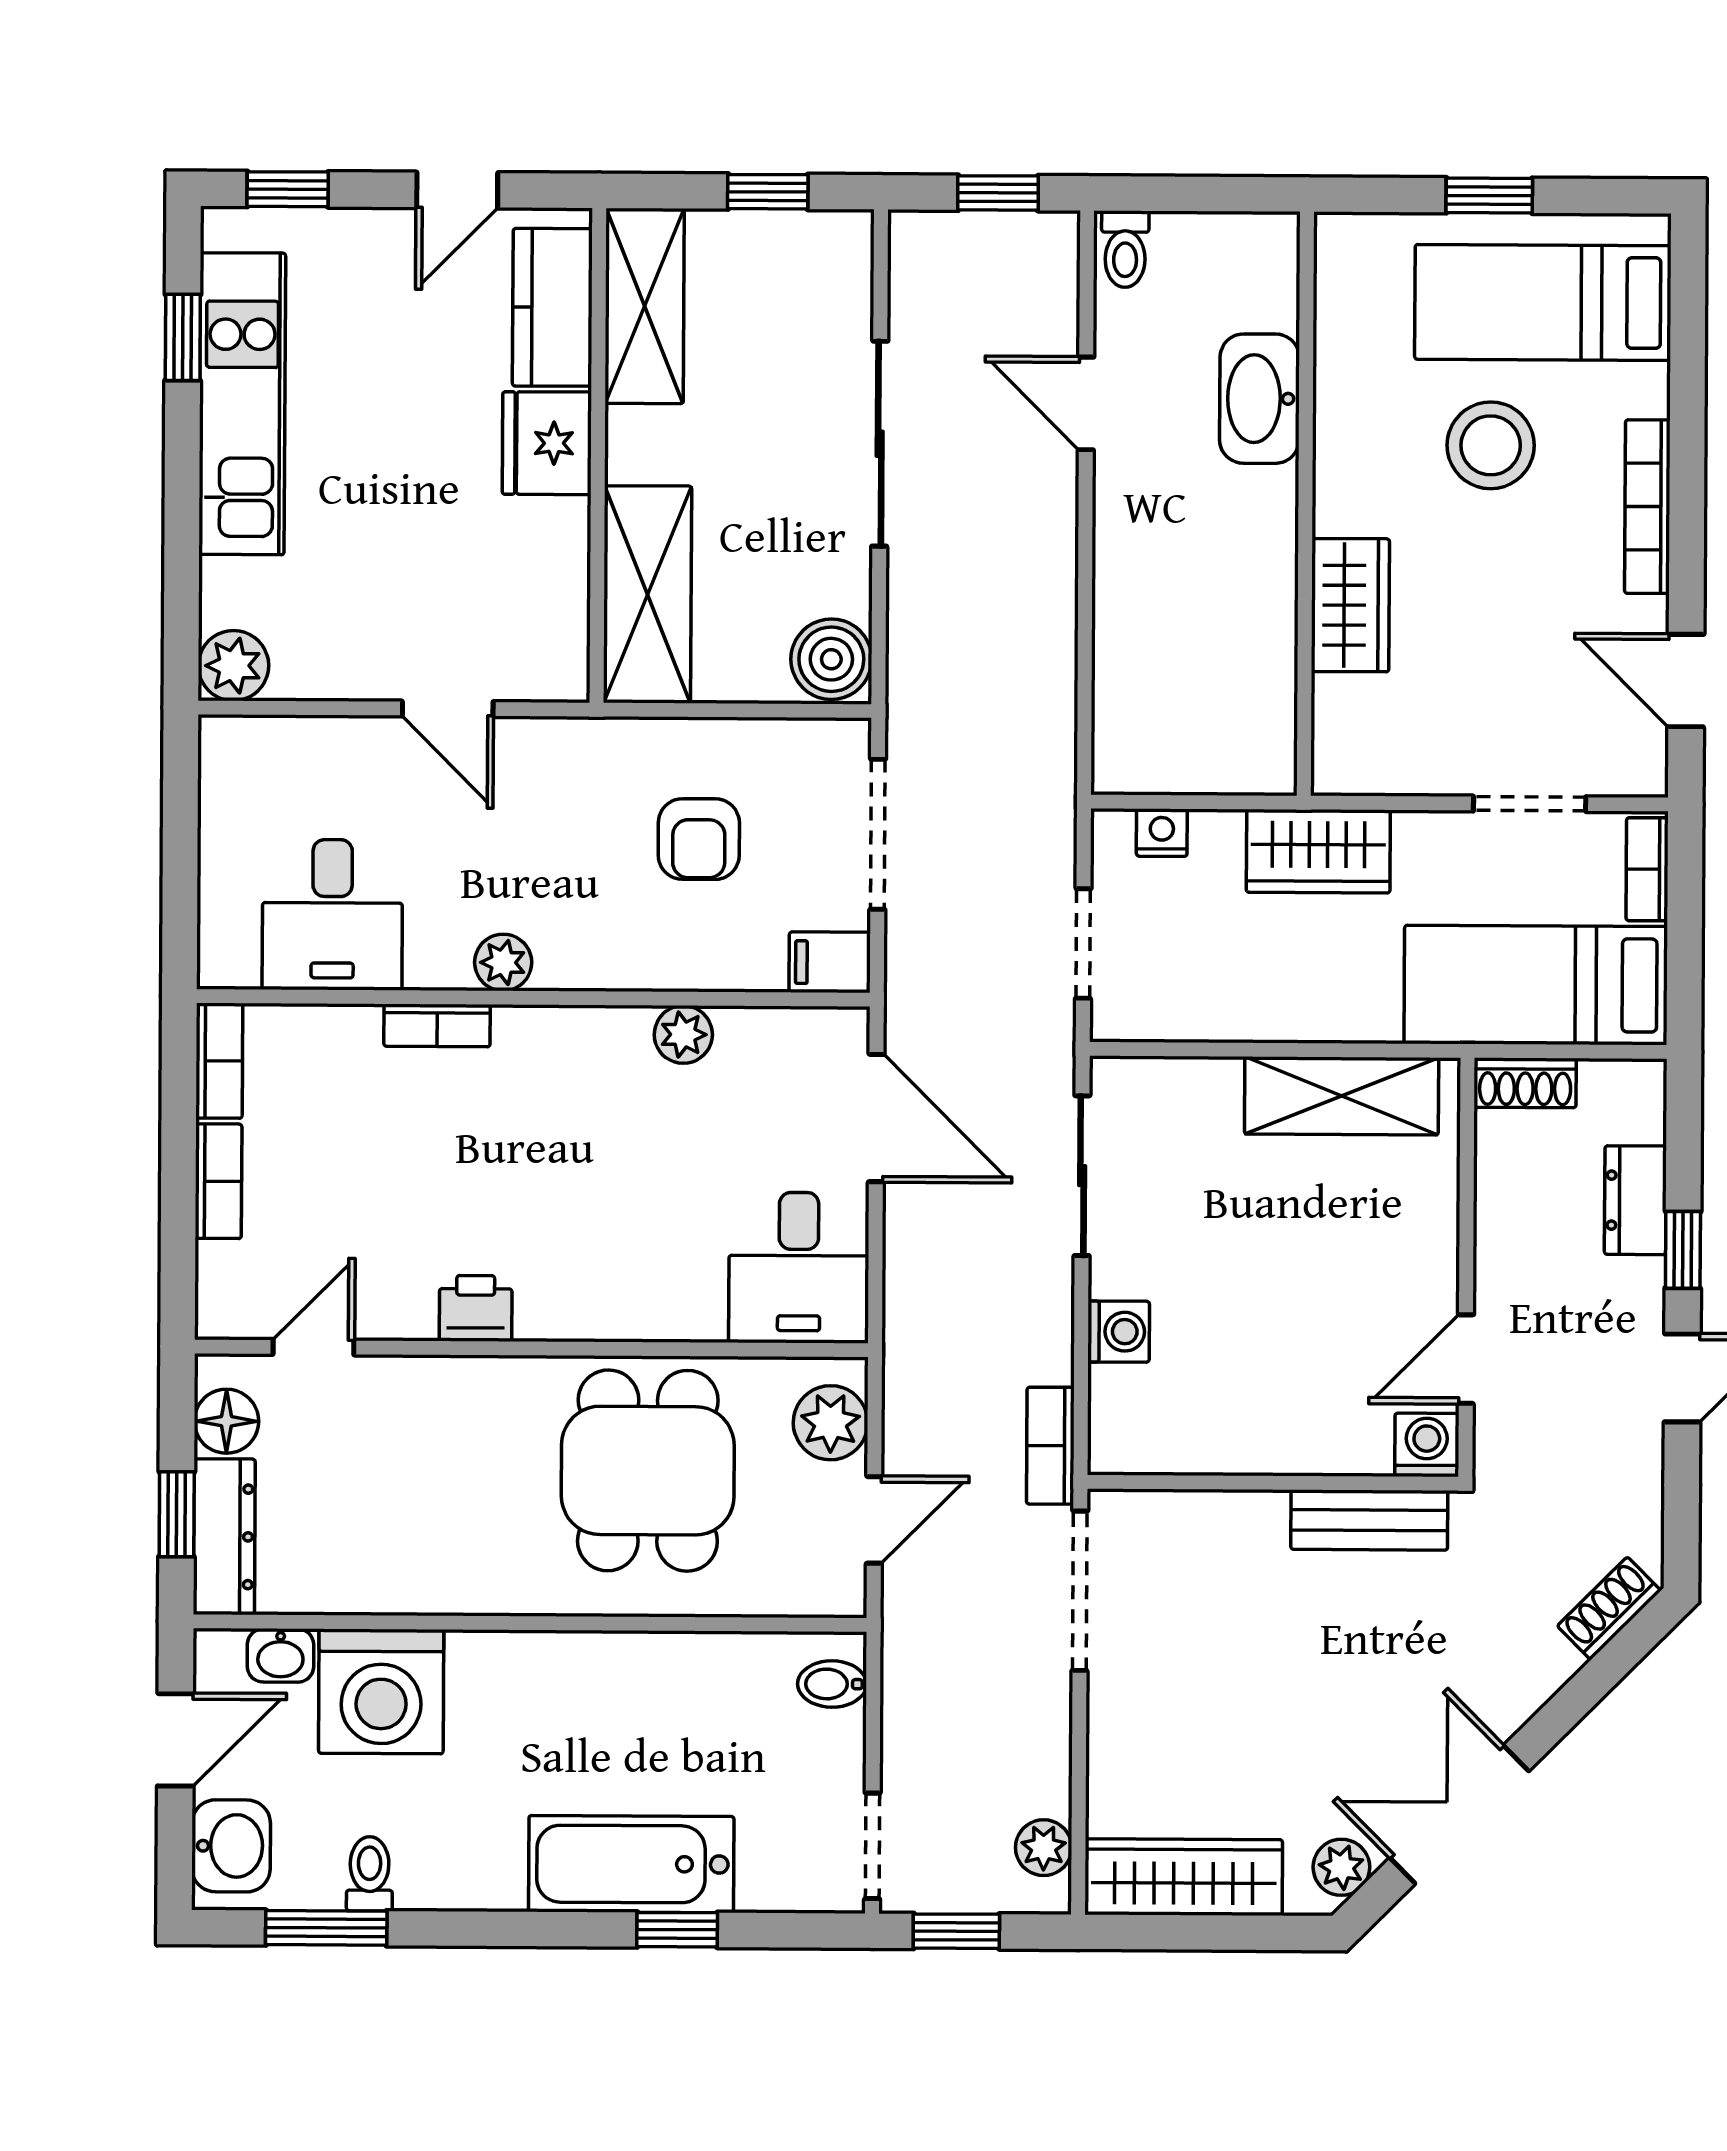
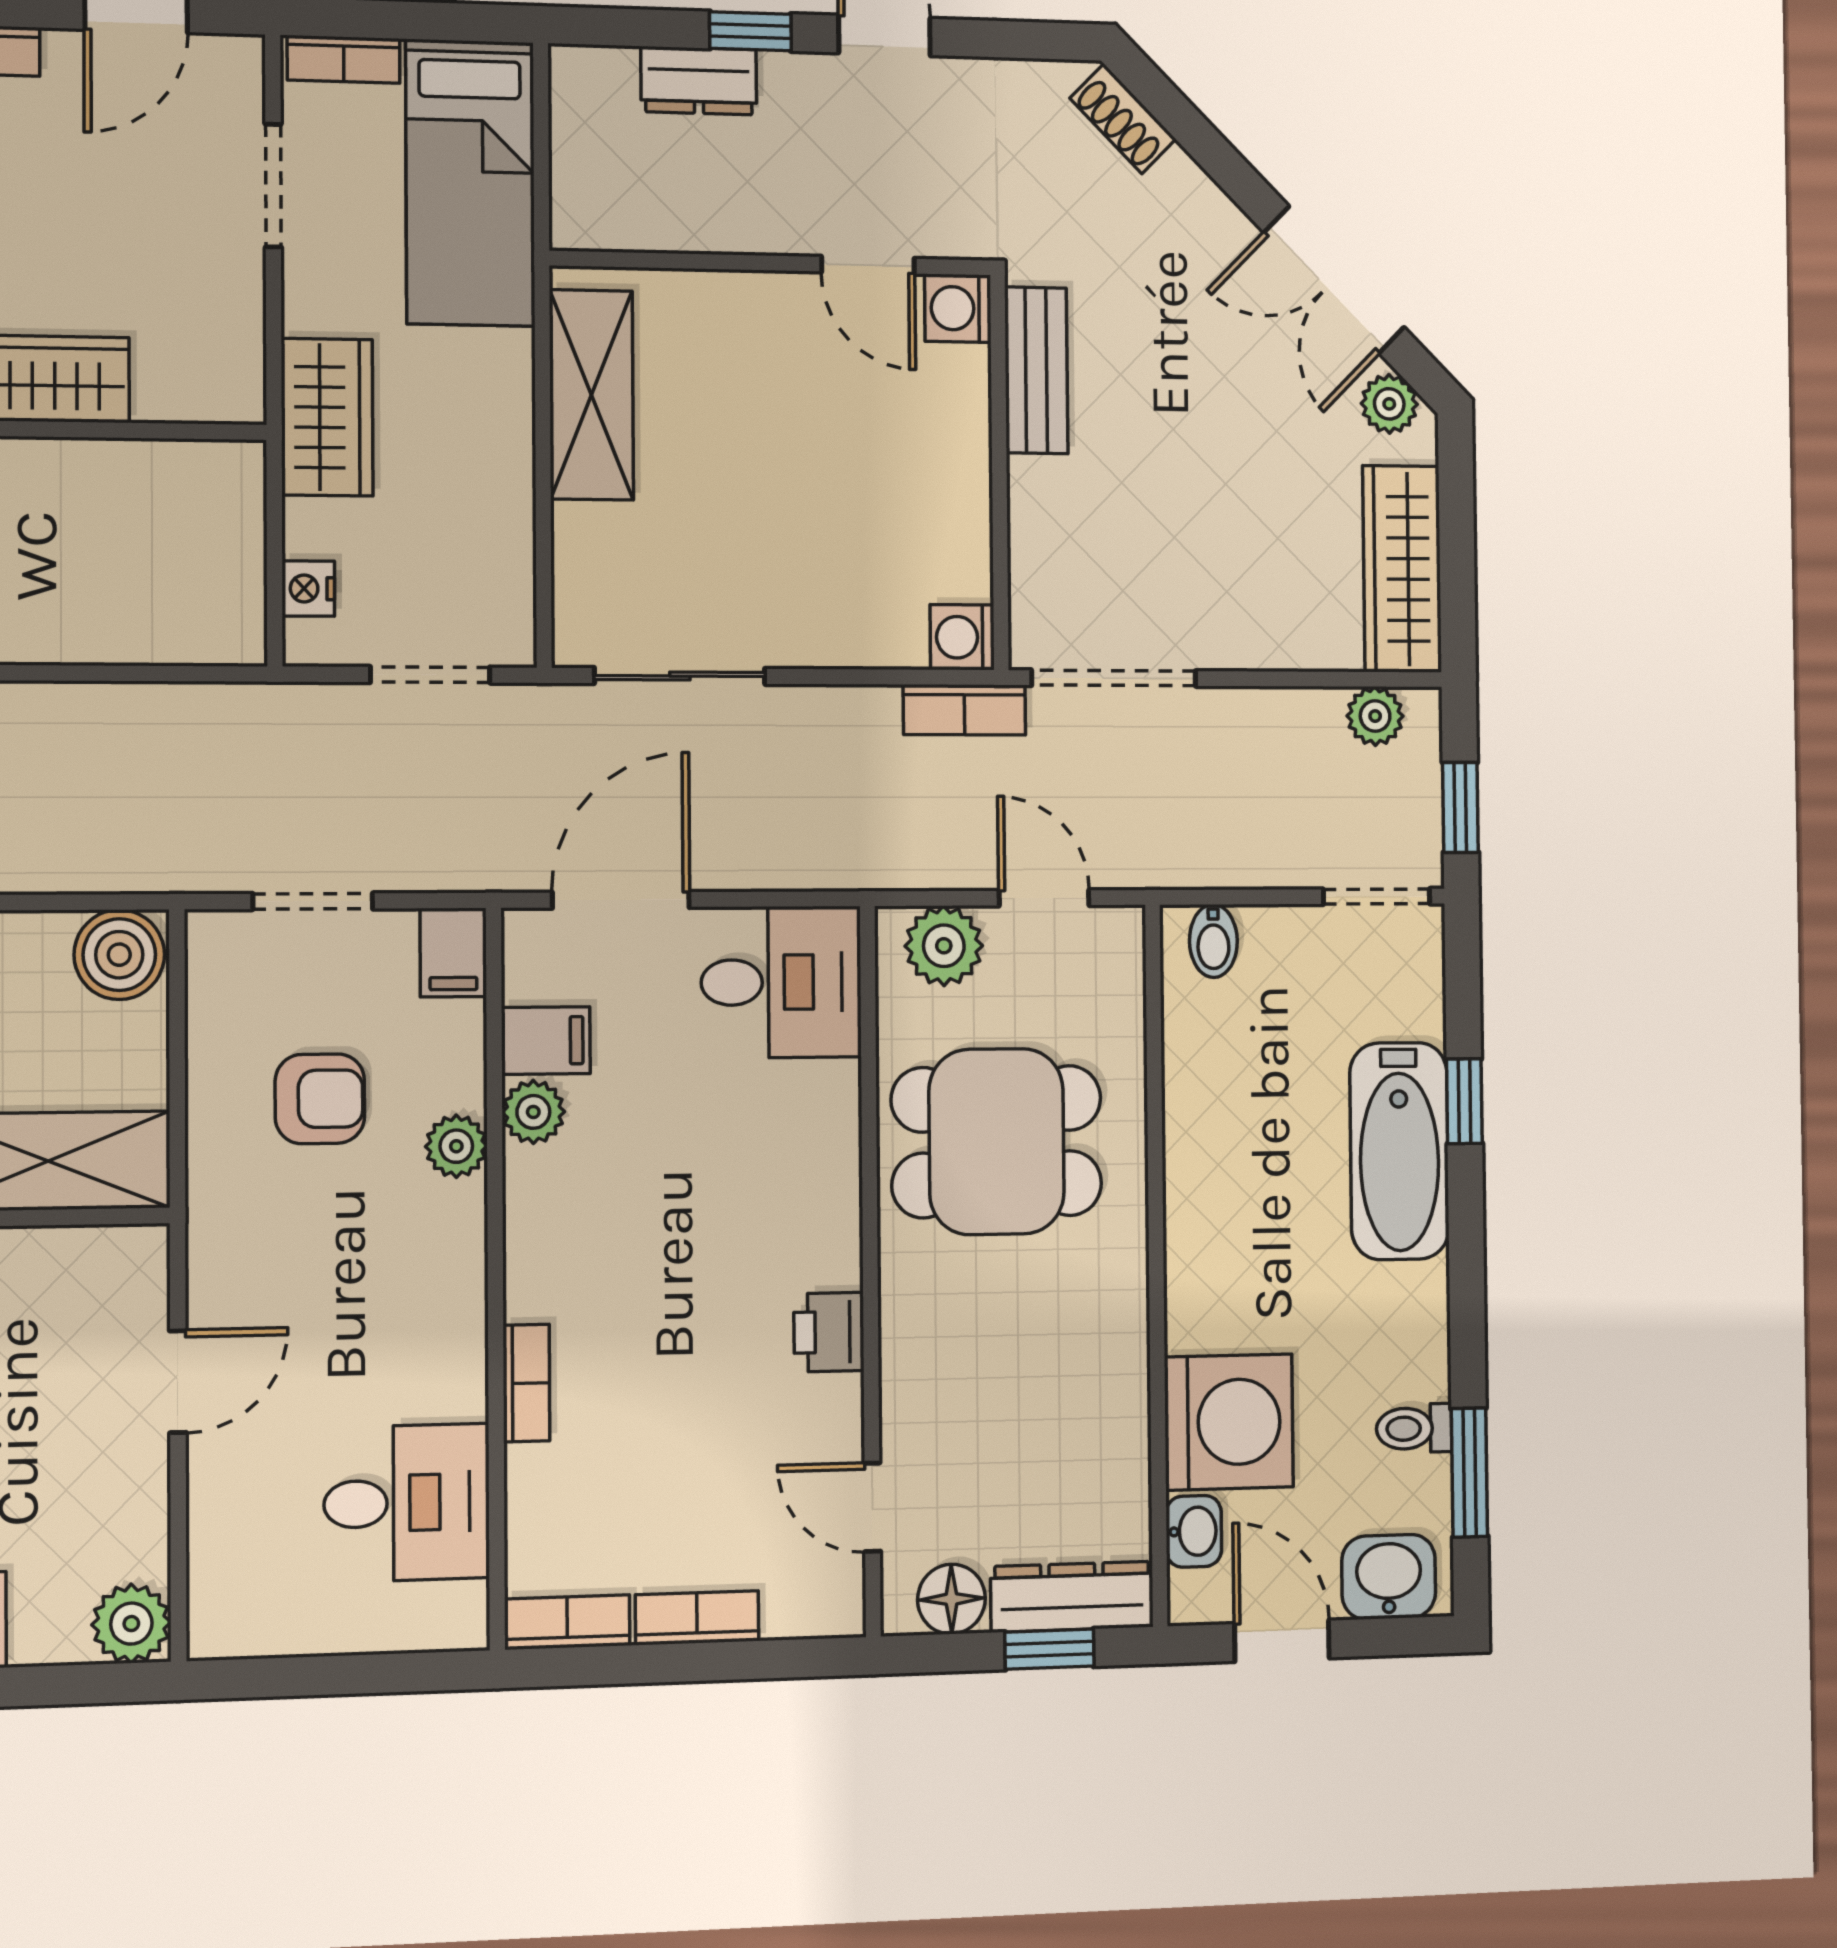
doorway: (878, 834) -> (313, 901), width x0.73
plant: (503, 962) -> (456, 1146), moved
filing cabinet: (748, 1047) -> (546, 1040), added
shoe rack: (1525, 1083) -> (575, 196), removed
washing machine: (1119, 1332) -> (962, 637), moved, turned -90

